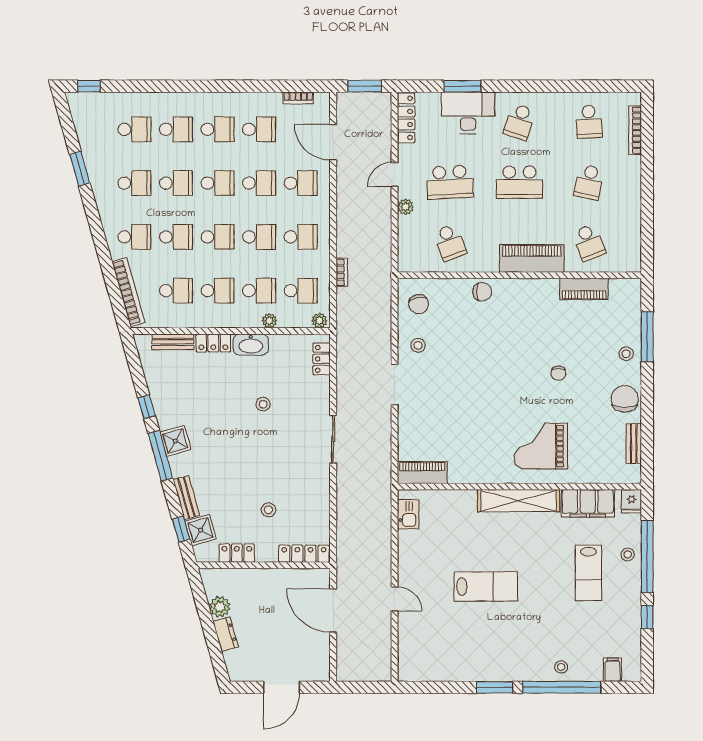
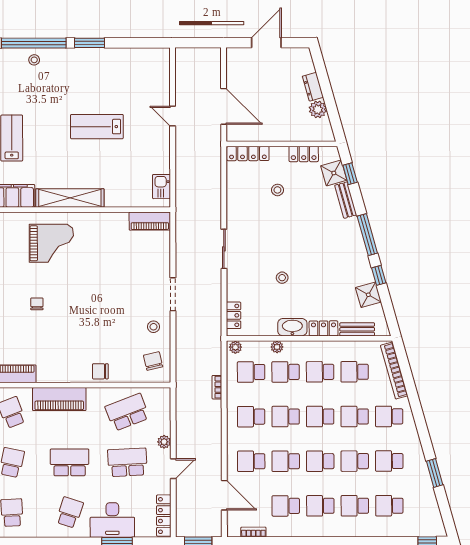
school desk: (450, 242) -> (127, 412), width x1.85
shower: (175, 441) -> (368, 295), moved

